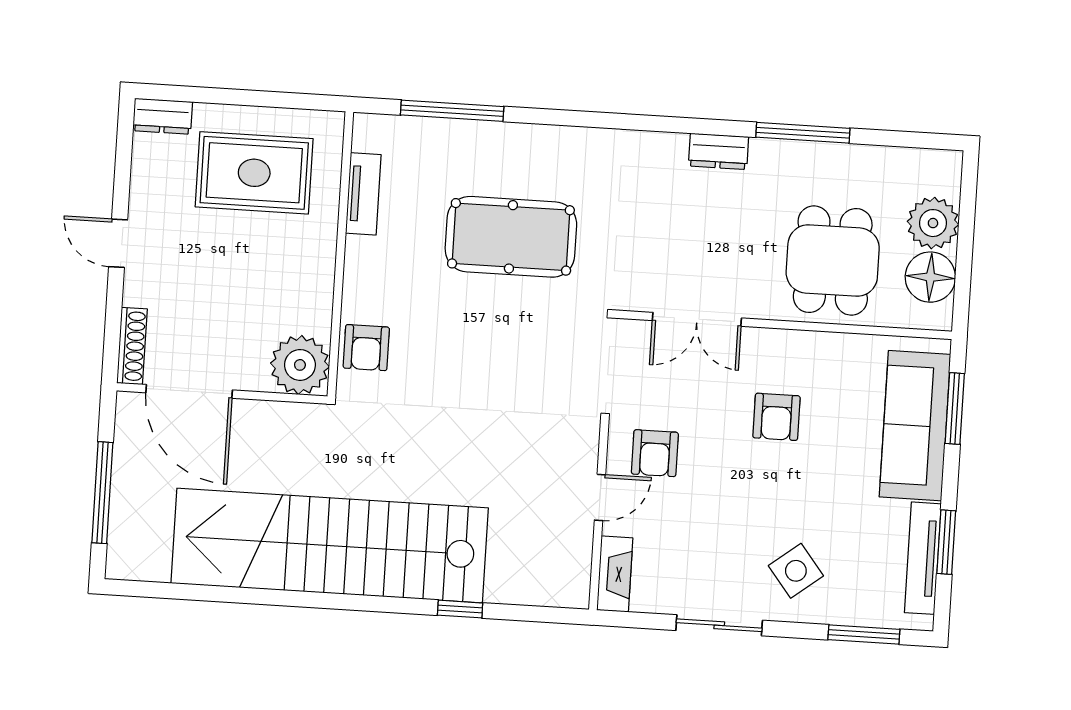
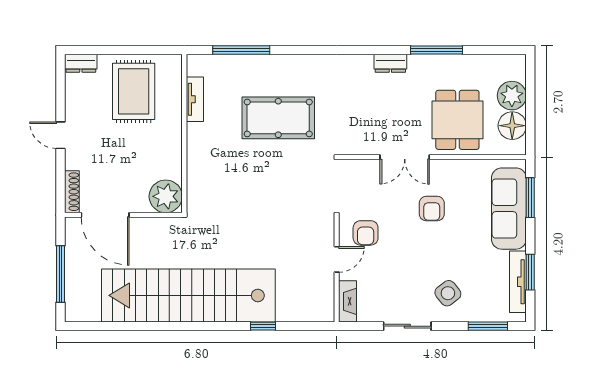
rug: (254, 173) -> (134, 91), turned 90
double door: (697, 319) -> (405, 157), moved
armchair: (366, 348) -> (202, 184), removed

